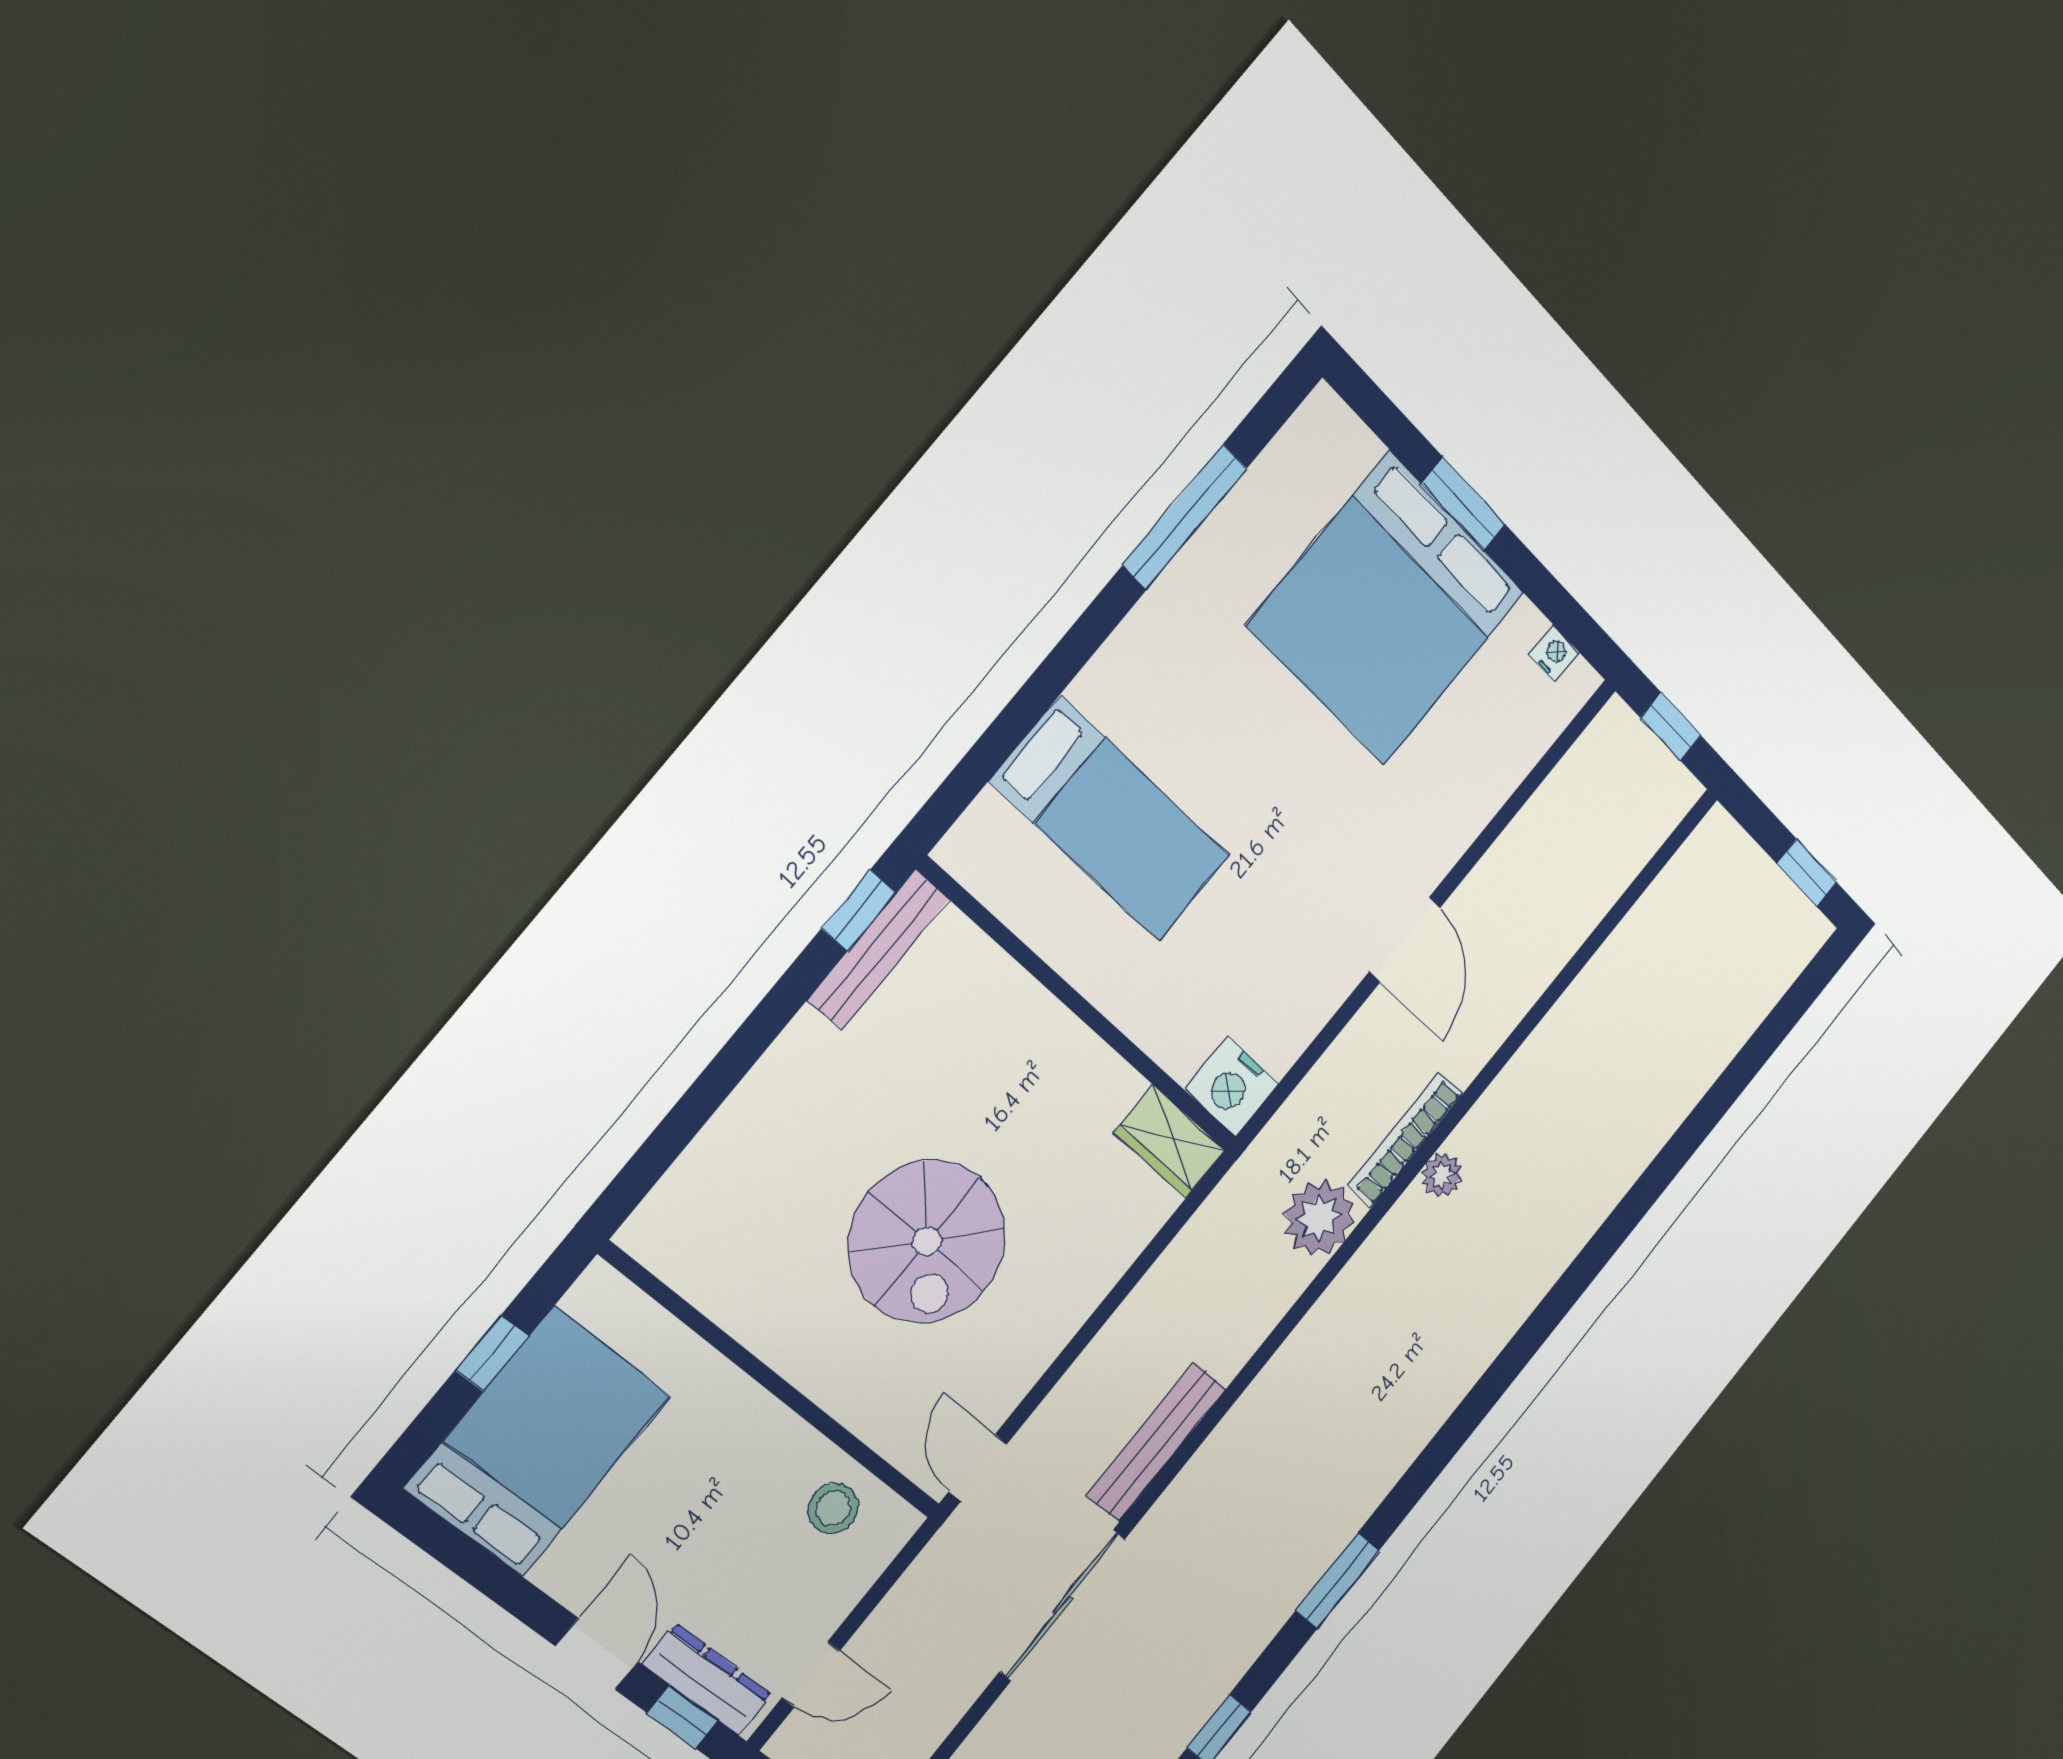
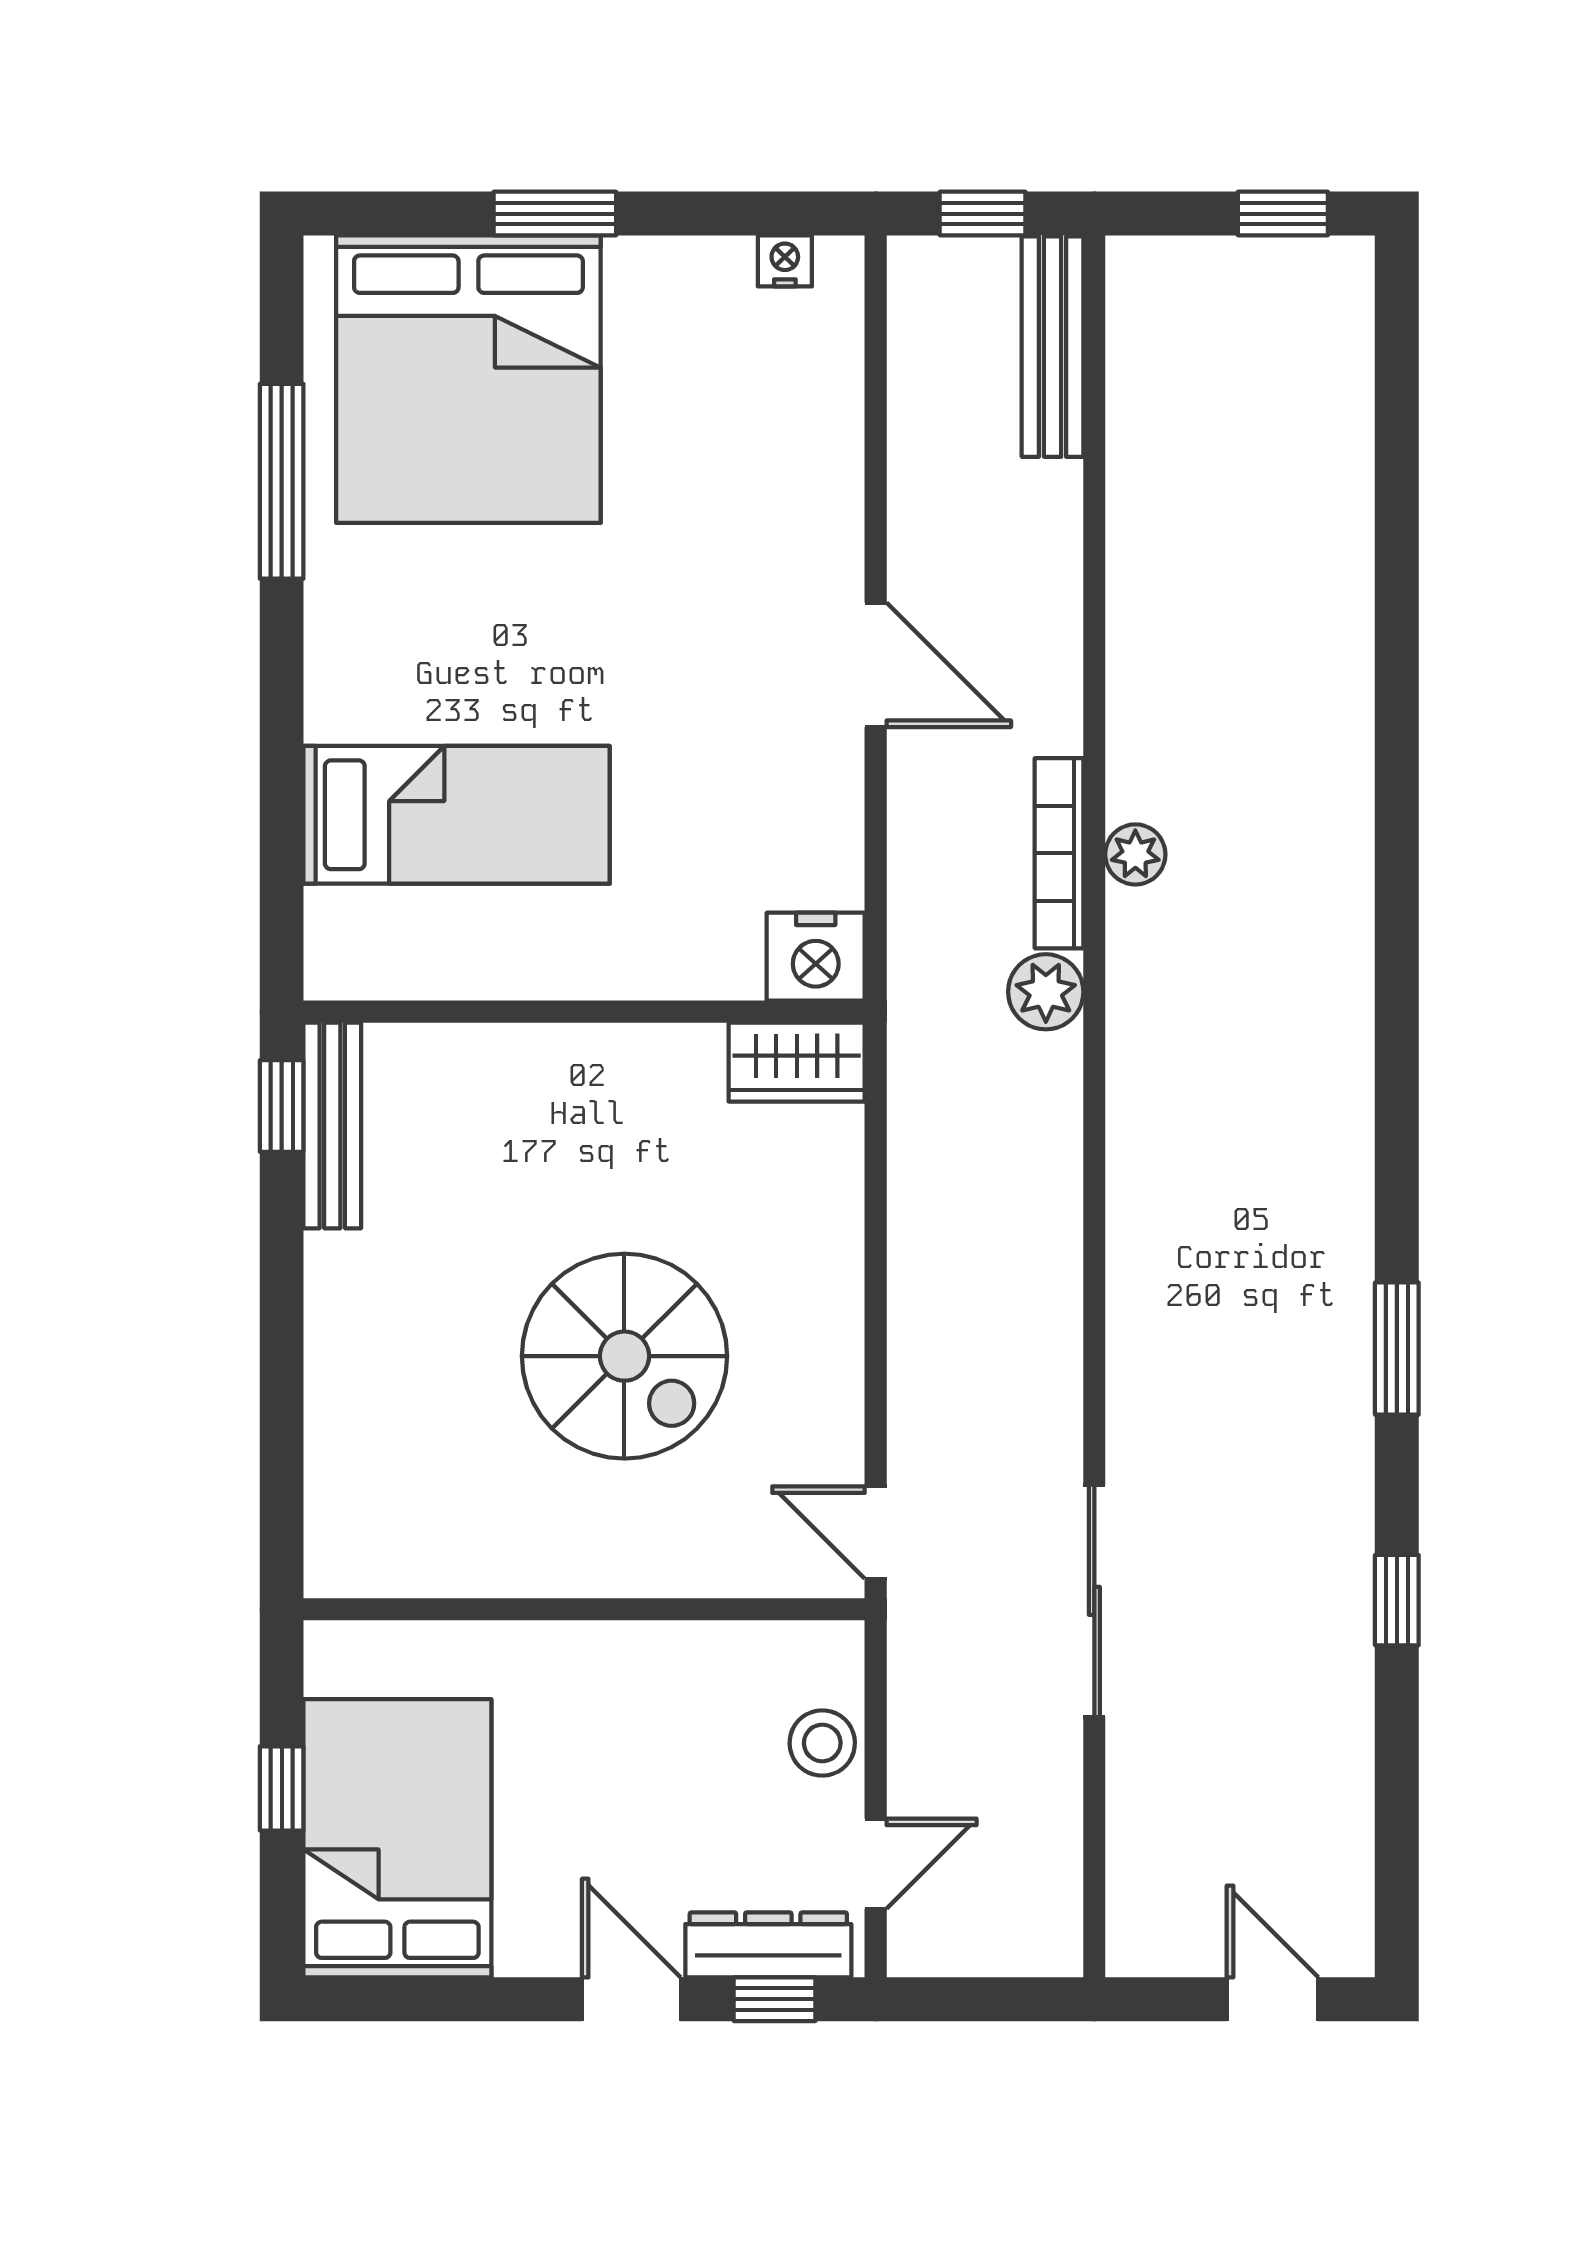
bed: (1387, 609) -> (468, 379), moved
plant: (1319, 1218) -> (1046, 992), width x0.73, depth x0.73
bench: (1157, 1442) -> (1053, 347), moved
stool: (833, 1508) -> (822, 1743), moved

